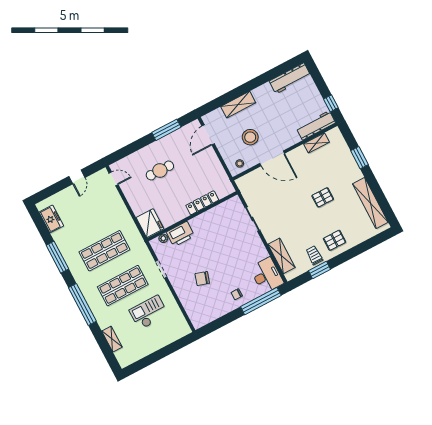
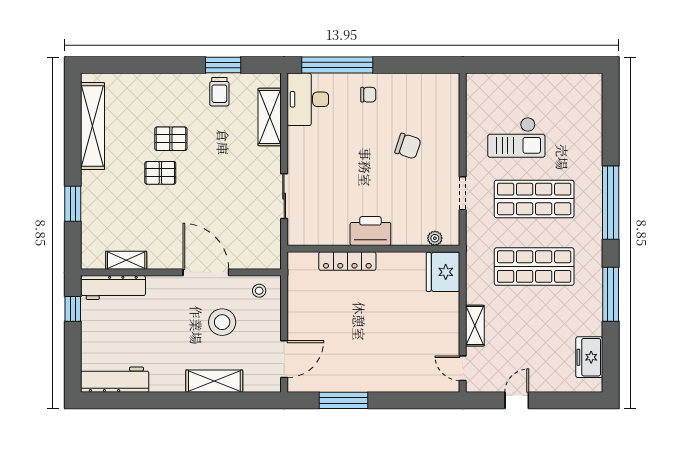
cafe table: (160, 170) -> (386, 344), removed
printer: (180, 234) -> (370, 231), moved
pallet: (335, 240) -> (171, 139), moved
shelving: (112, 339) -> (475, 326), moved

